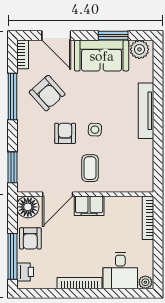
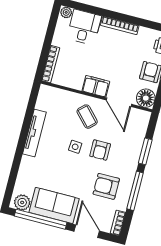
window: (113, 36) -> (41, 219), width x2.11
armchair: (47, 93) -> (106, 186), turned -48
tv unit: (146, 111) -> (34, 133), moved
window: (12, 167) -> (145, 151), moved
coffee table: (90, 168) -> (87, 117), turned -43
door: (58, 194) -> (119, 102), swing flipped

